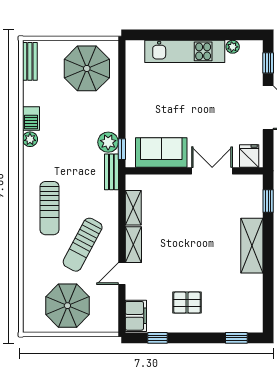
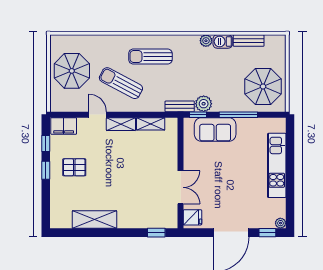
plant: (233, 47) -> (280, 223), moved
bench: (30, 61) -> (249, 41), moved
window: (122, 99) -> (238, 115), added
sofa: (161, 152) -> (215, 129), moved, turned 90
shelving: (252, 246) -> (95, 220), moved
pallet: (187, 303) -> (74, 167), turned 90
window: (236, 338) -> (46, 170), moved

